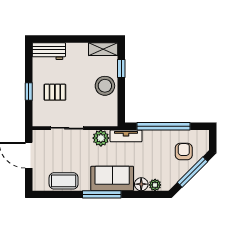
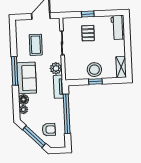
window: (121, 68) -> (95, 82), moved
coffee table: (64, 181) -> (36, 45), moved

